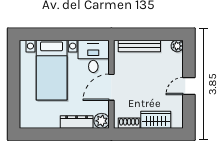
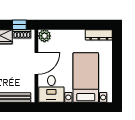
dresser: (77, 122) -> (99, 35), moved
window: (132, 134) -> (19, 25), added

